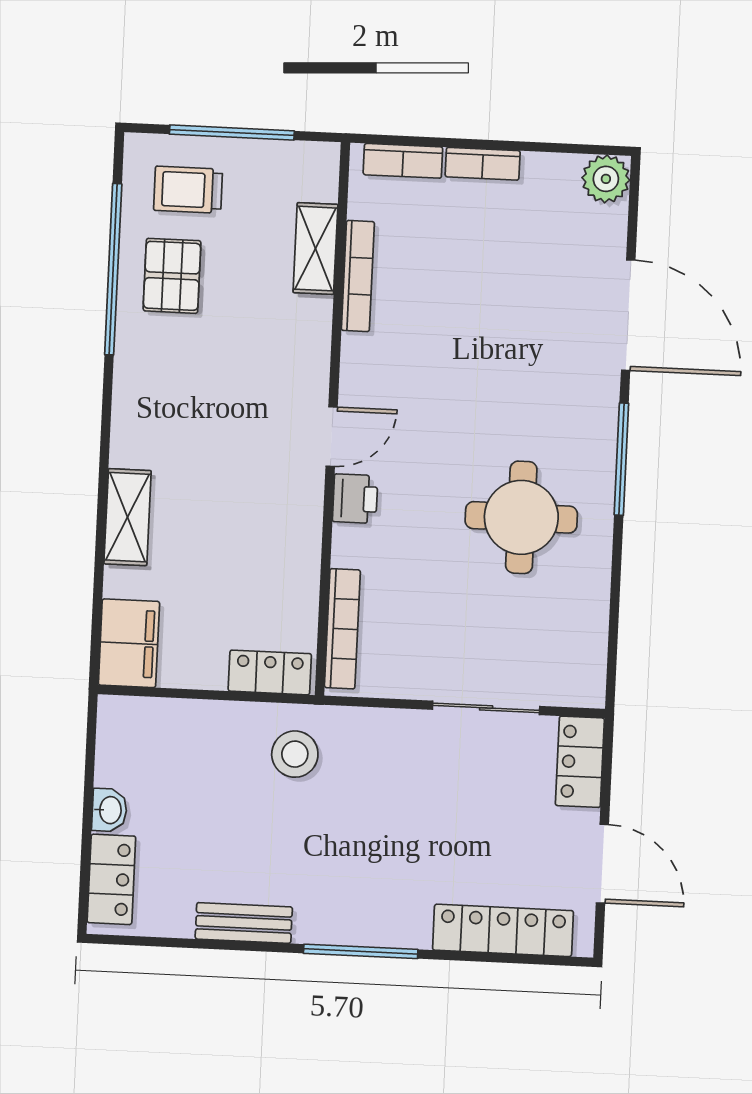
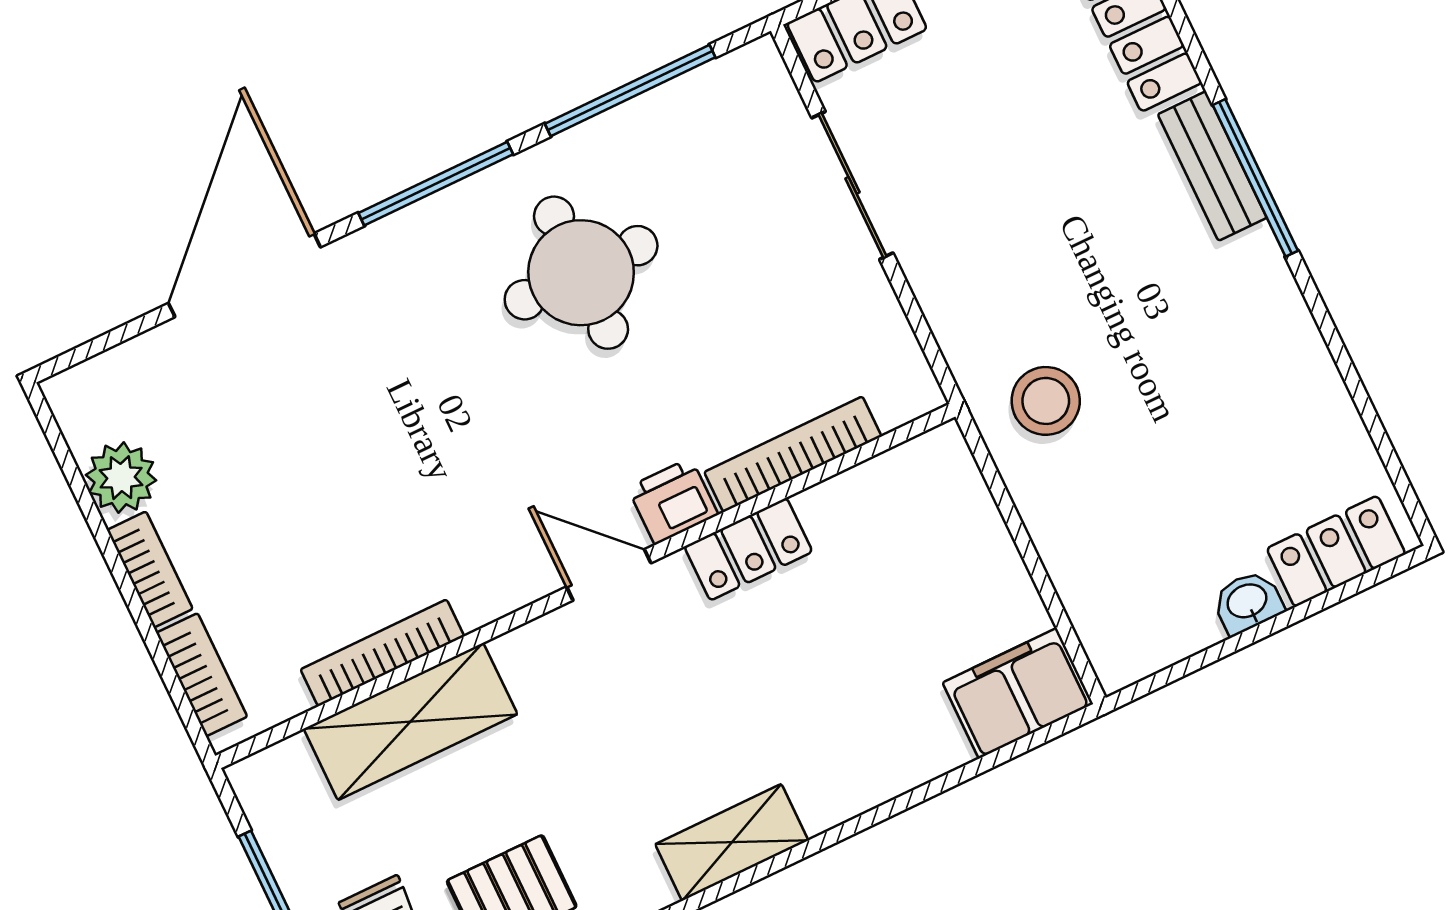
plant: (606, 179) -> (121, 478), moved
shelving: (315, 249) -> (411, 722), width x1.50, depth x1.33
shelving: (128, 517) -> (732, 842), moved
window: (615, 605) -> (630, 90), added
bookcase: (342, 629) -> (793, 454), moved
locker: (270, 672) -> (748, 549), moved, turned -90
bench: (244, 923) -> (1212, 166), moved

